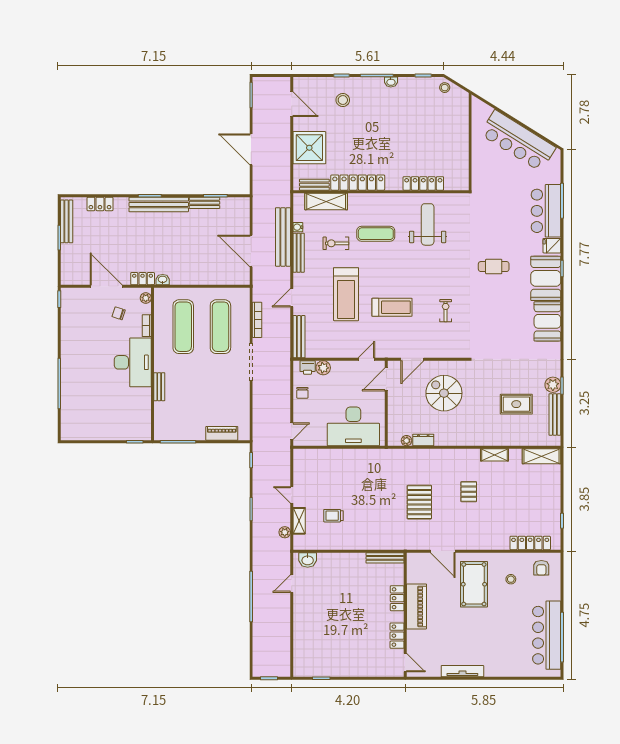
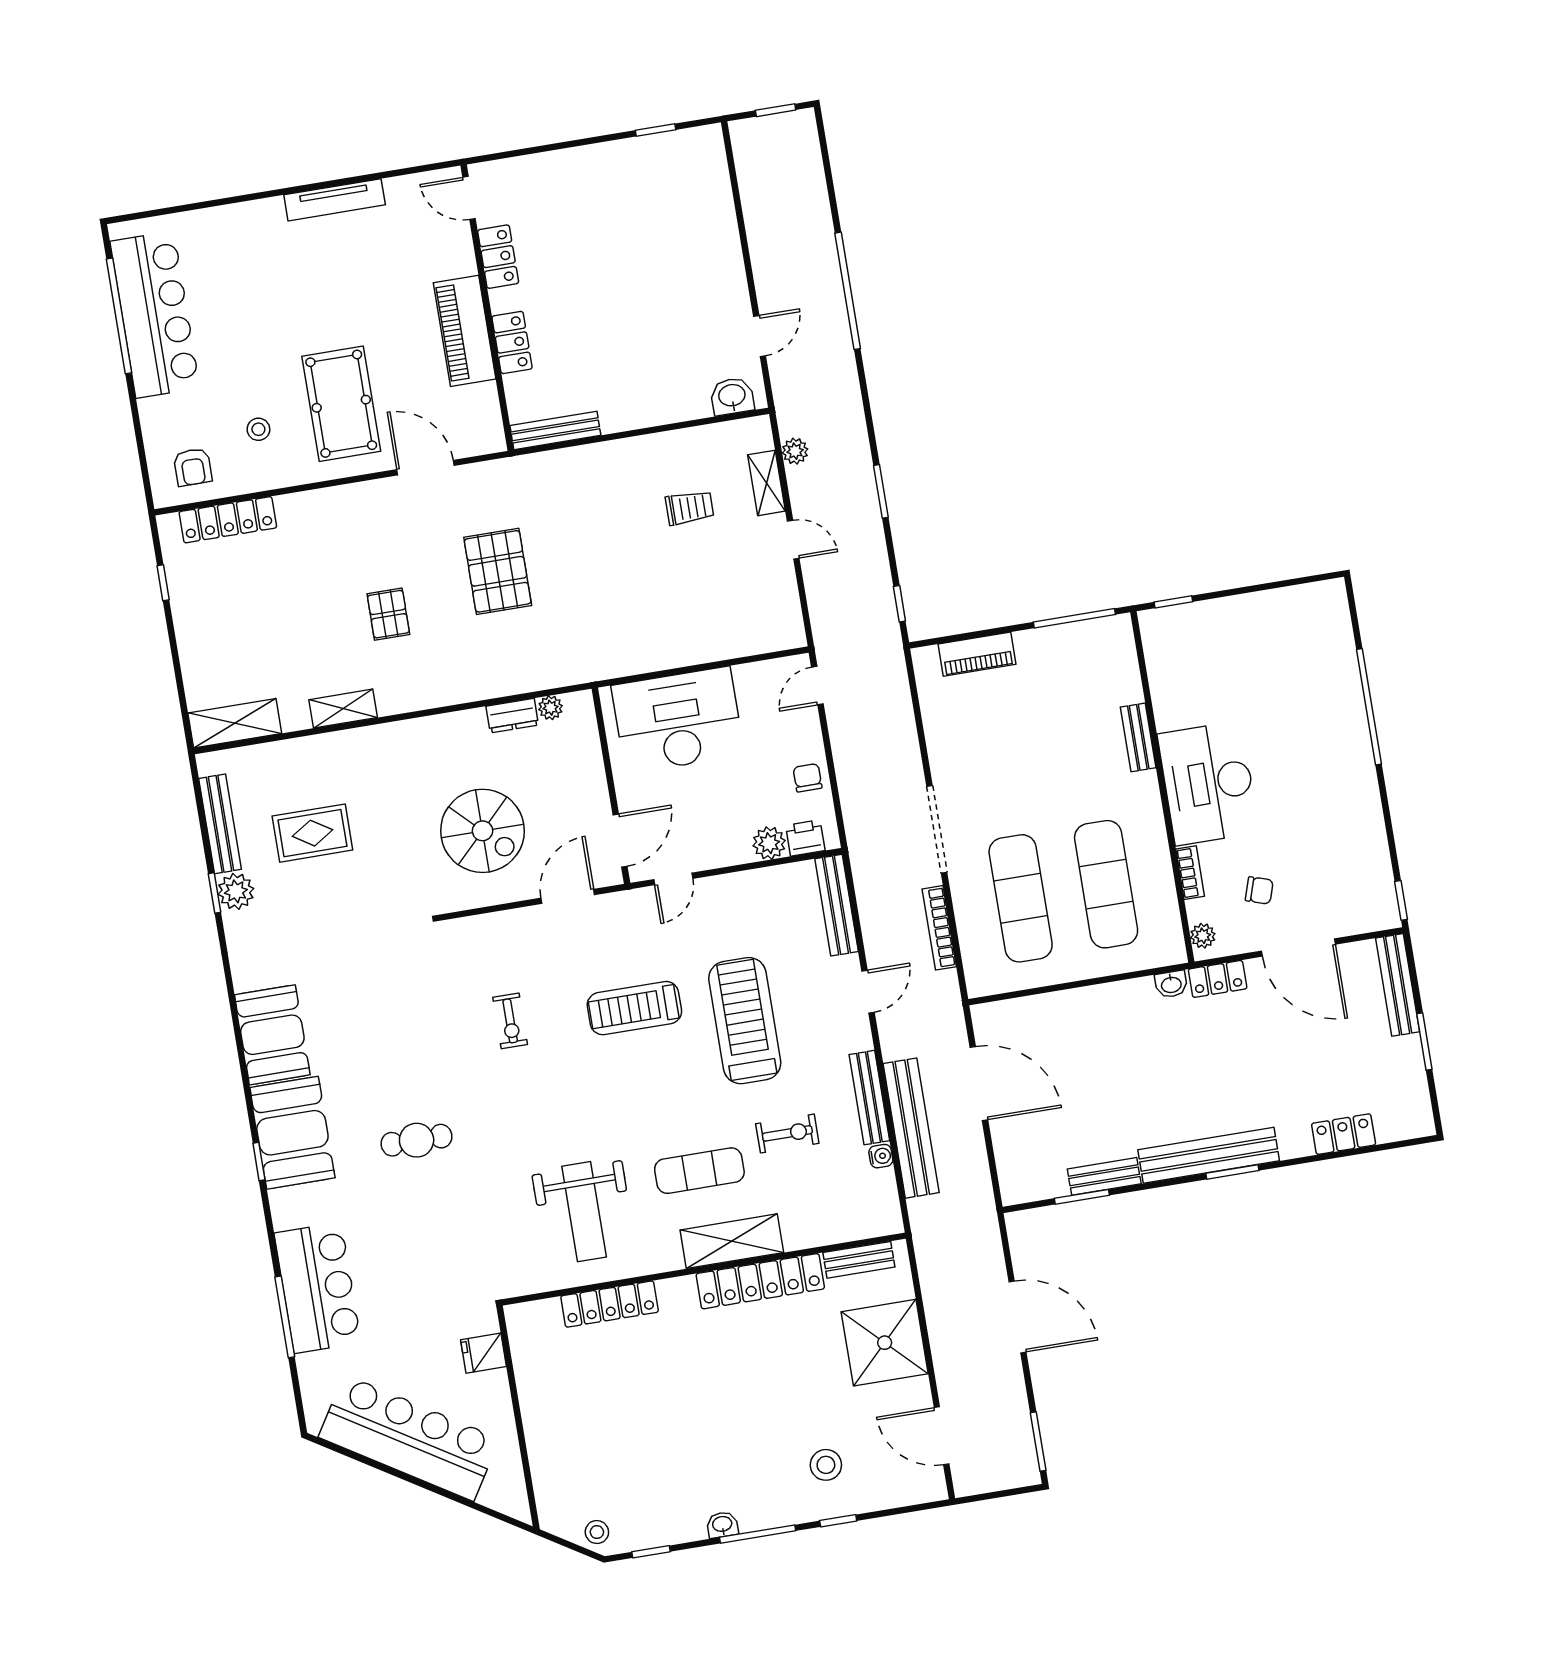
shelving: (326, 202) -> (732, 1241), moved
bench: (67, 221) -> (1398, 985), moved
fridge: (552, 246) -> (483, 1353), moved, turned 180
armchair: (541, 568) -> (193, 467), turned 180

